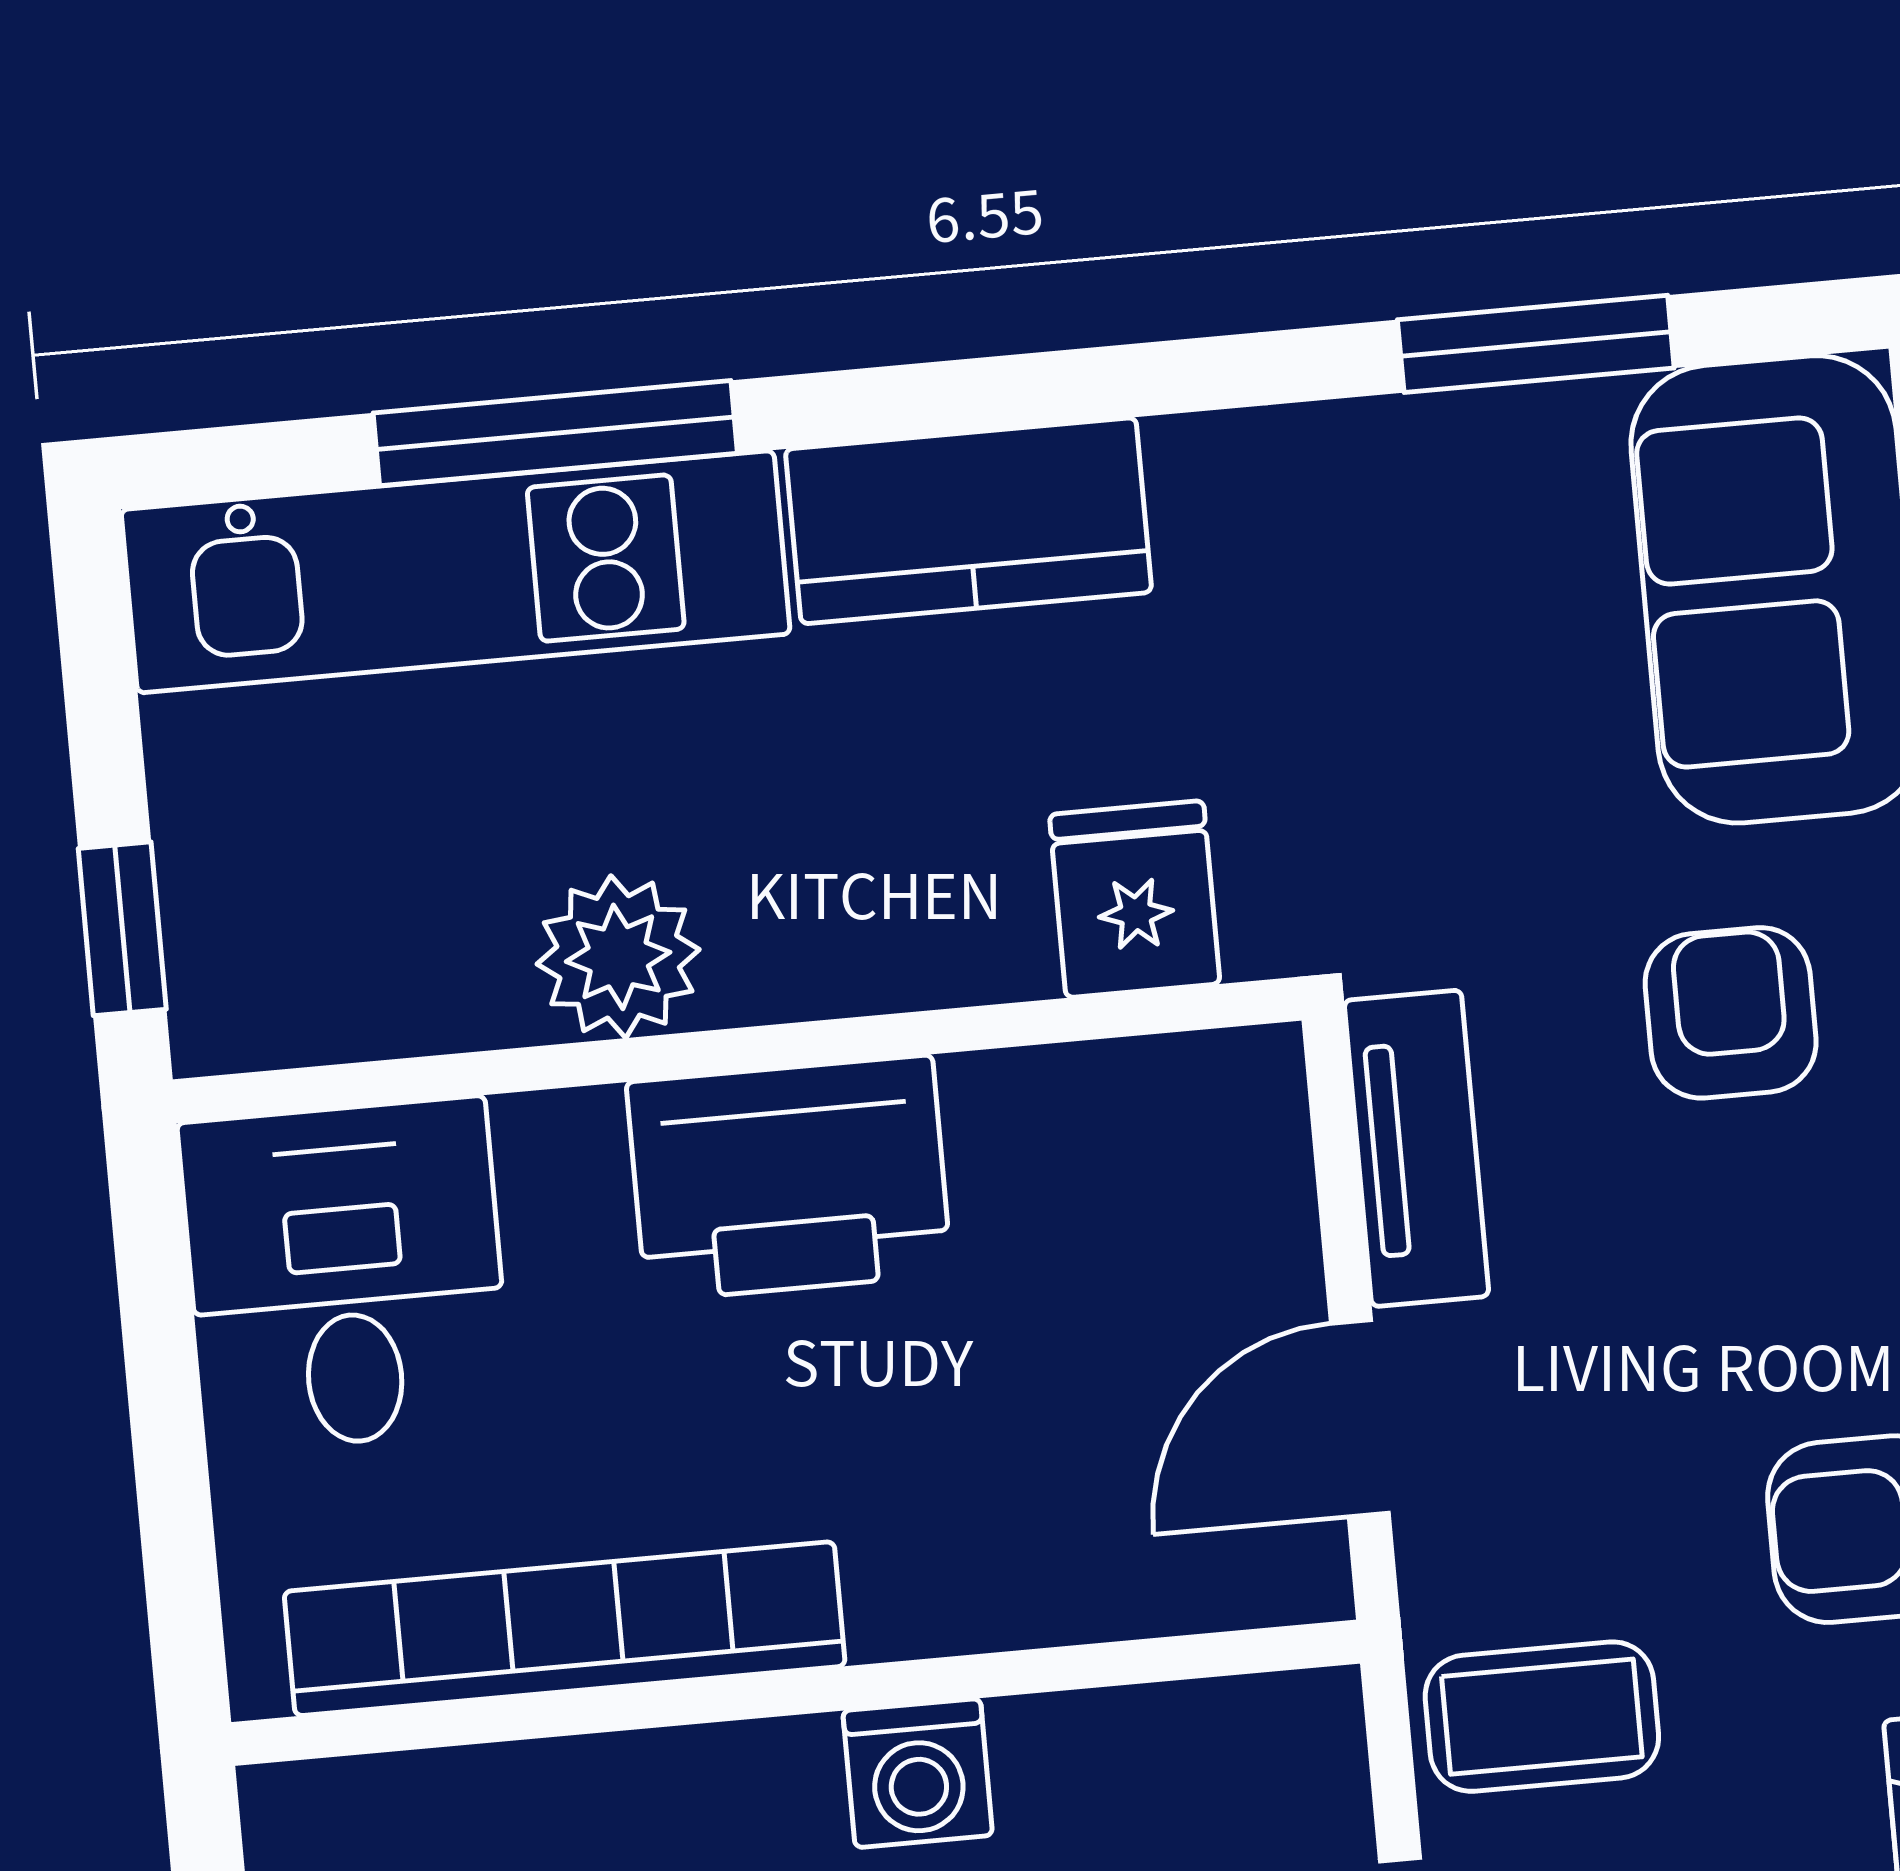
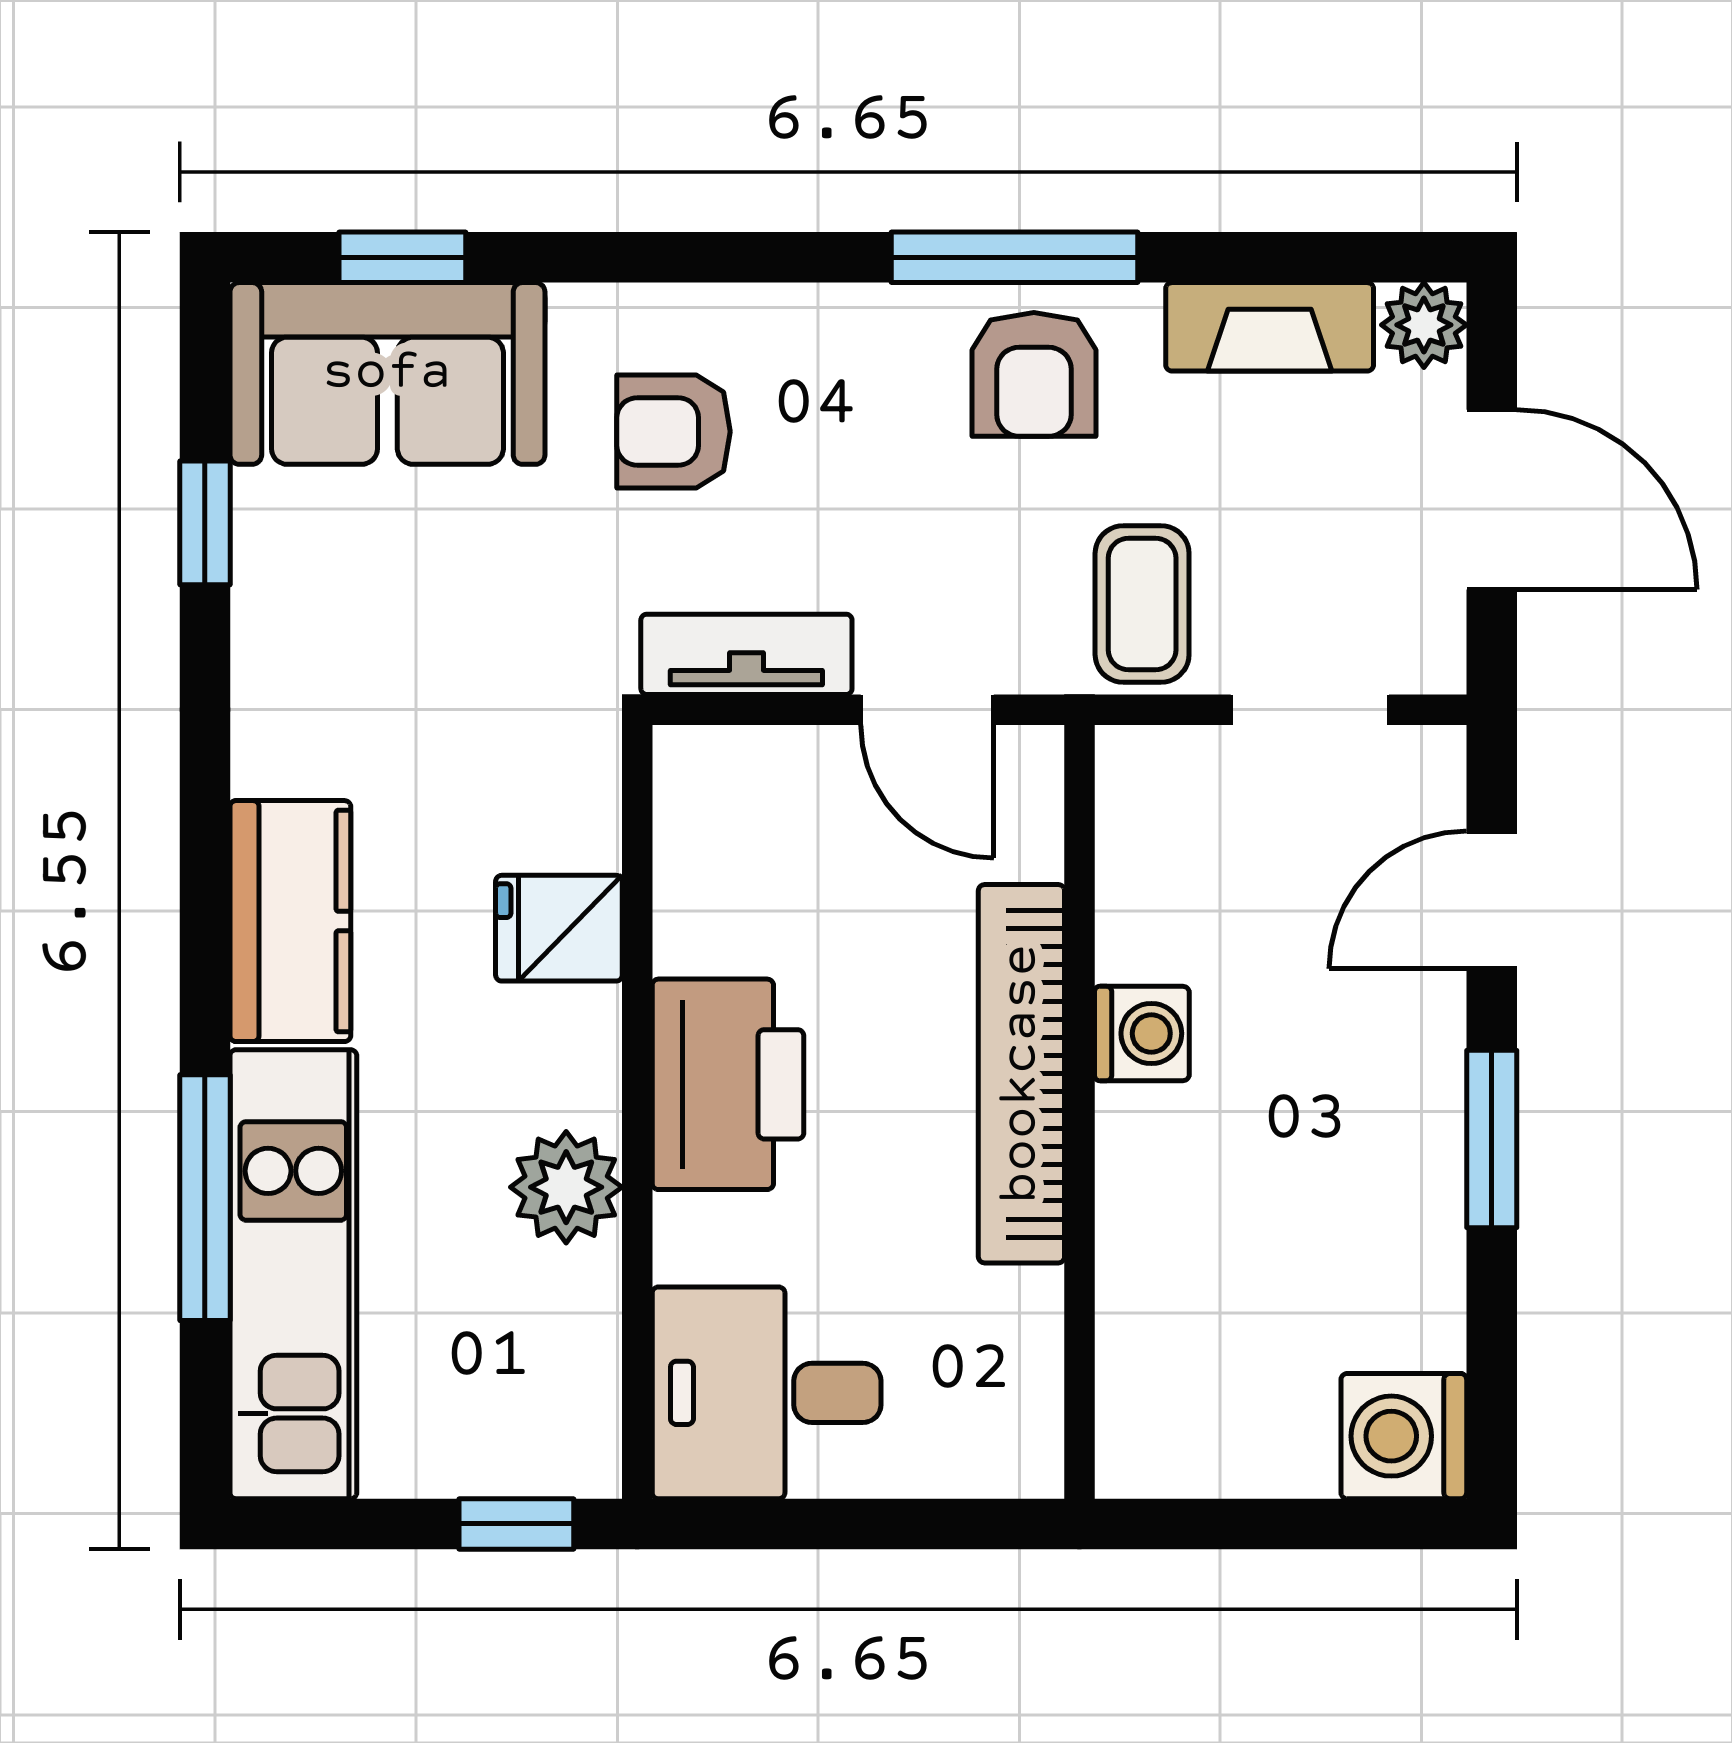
window: (1536, 344) -> (205, 523), width x0.67
fridge: (1135, 899) -> (559, 928), moved
bookcase: (565, 1629) -> (1021, 1074), moved

